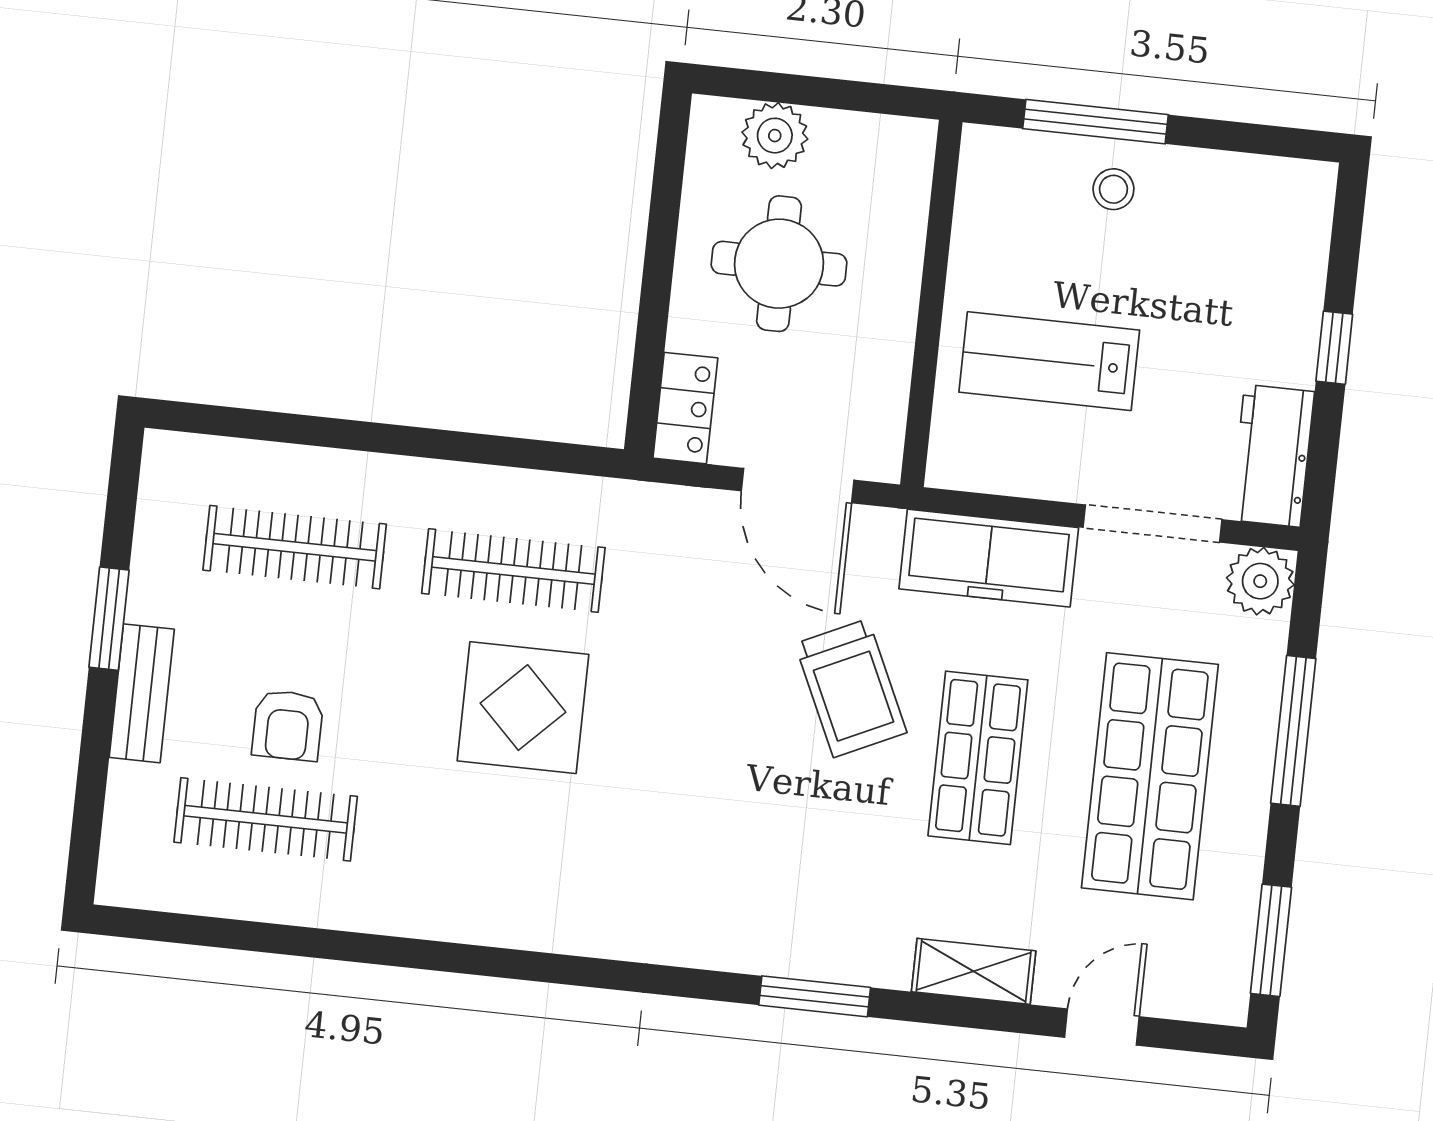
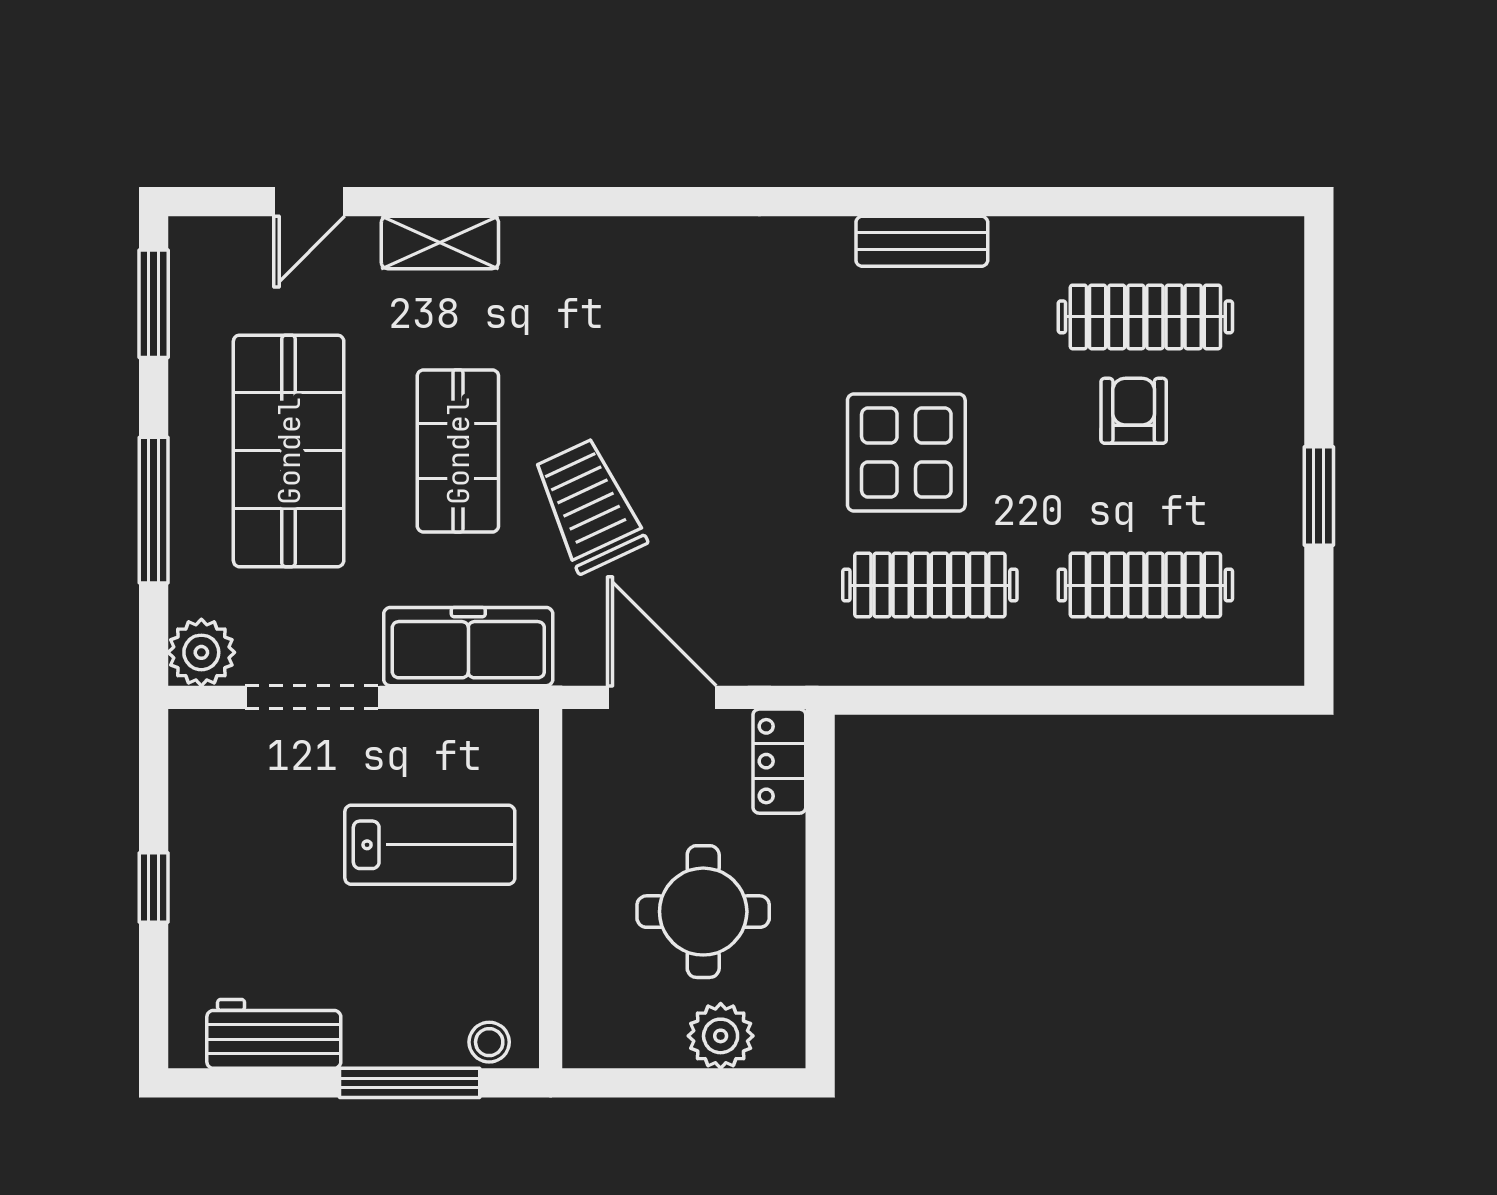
stool: (1113, 189) -> (489, 1042), moved
workbench: (1272, 456) -> (274, 1034), moved, turned -90
bench: (142, 693) -> (922, 241), moved, turned 90
window: (815, 996) -> (592, 202), removed

